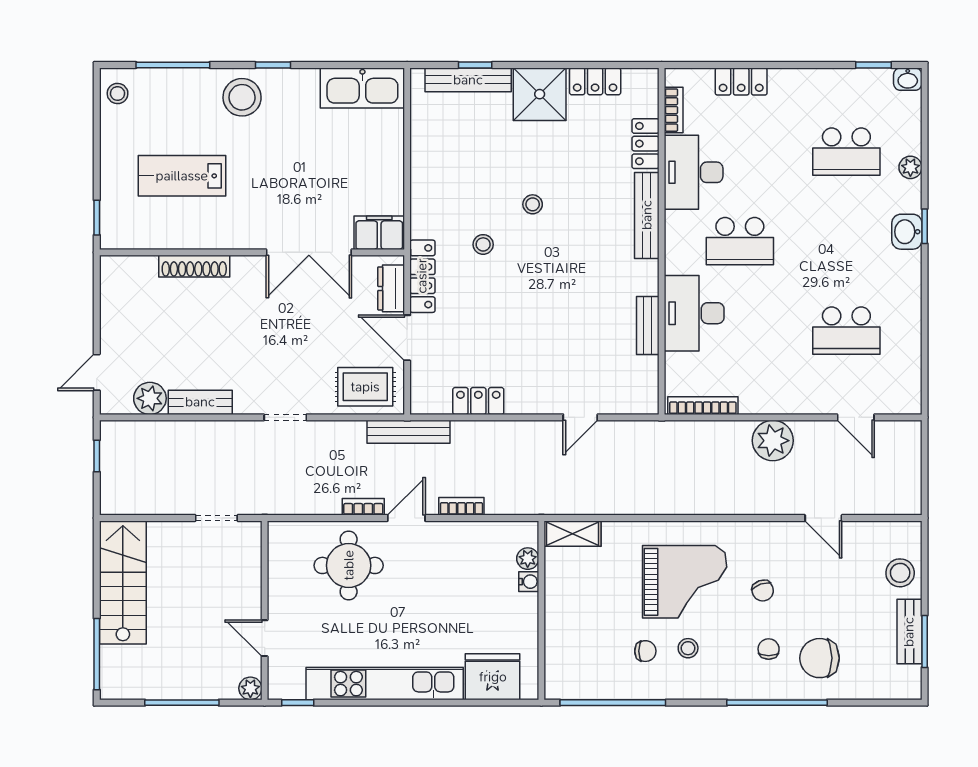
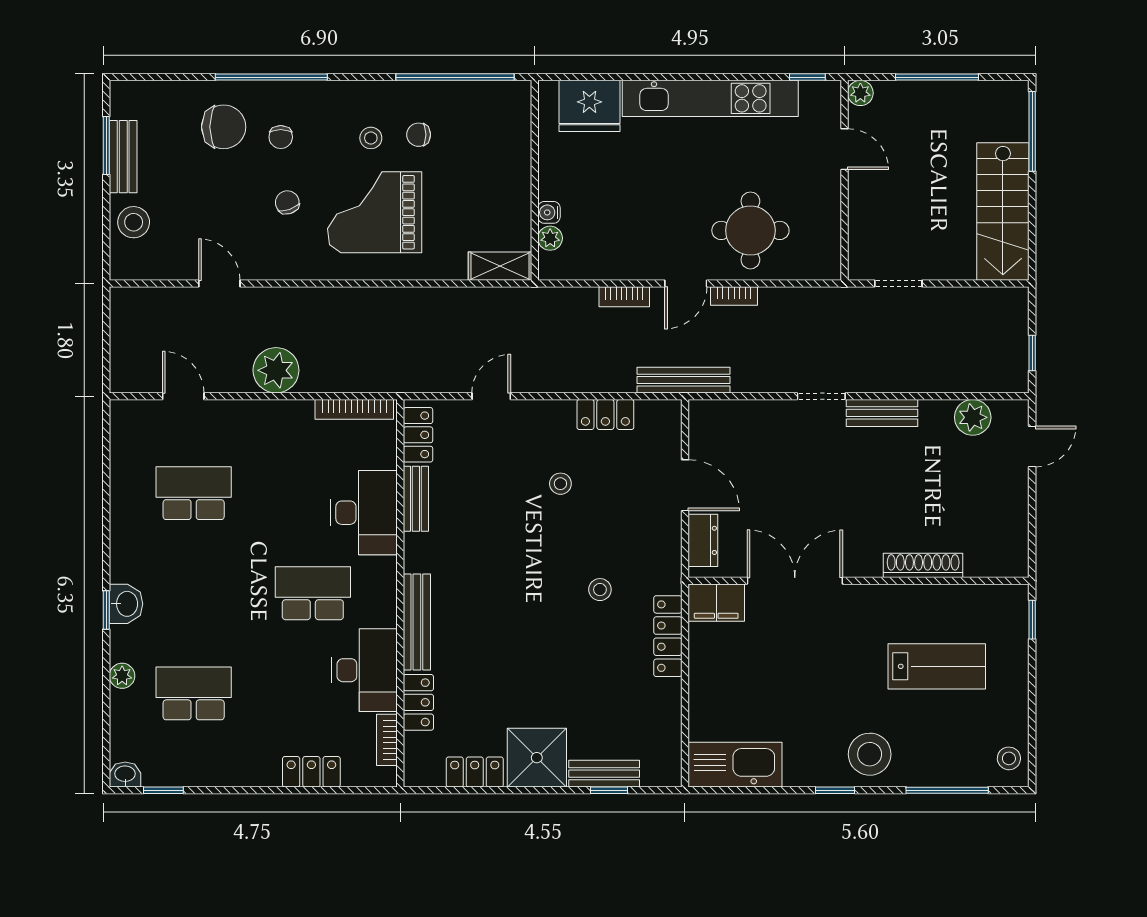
bench: (468, 80) -> (604, 774), width x0.73
stool: (533, 204) -> (560, 484), moved
locker: (422, 276) -> (668, 636), moved
locker: (646, 383) -> (418, 435), added
rug: (365, 387) -> (732, 430), removed
bench: (200, 402) -> (882, 413), moved

